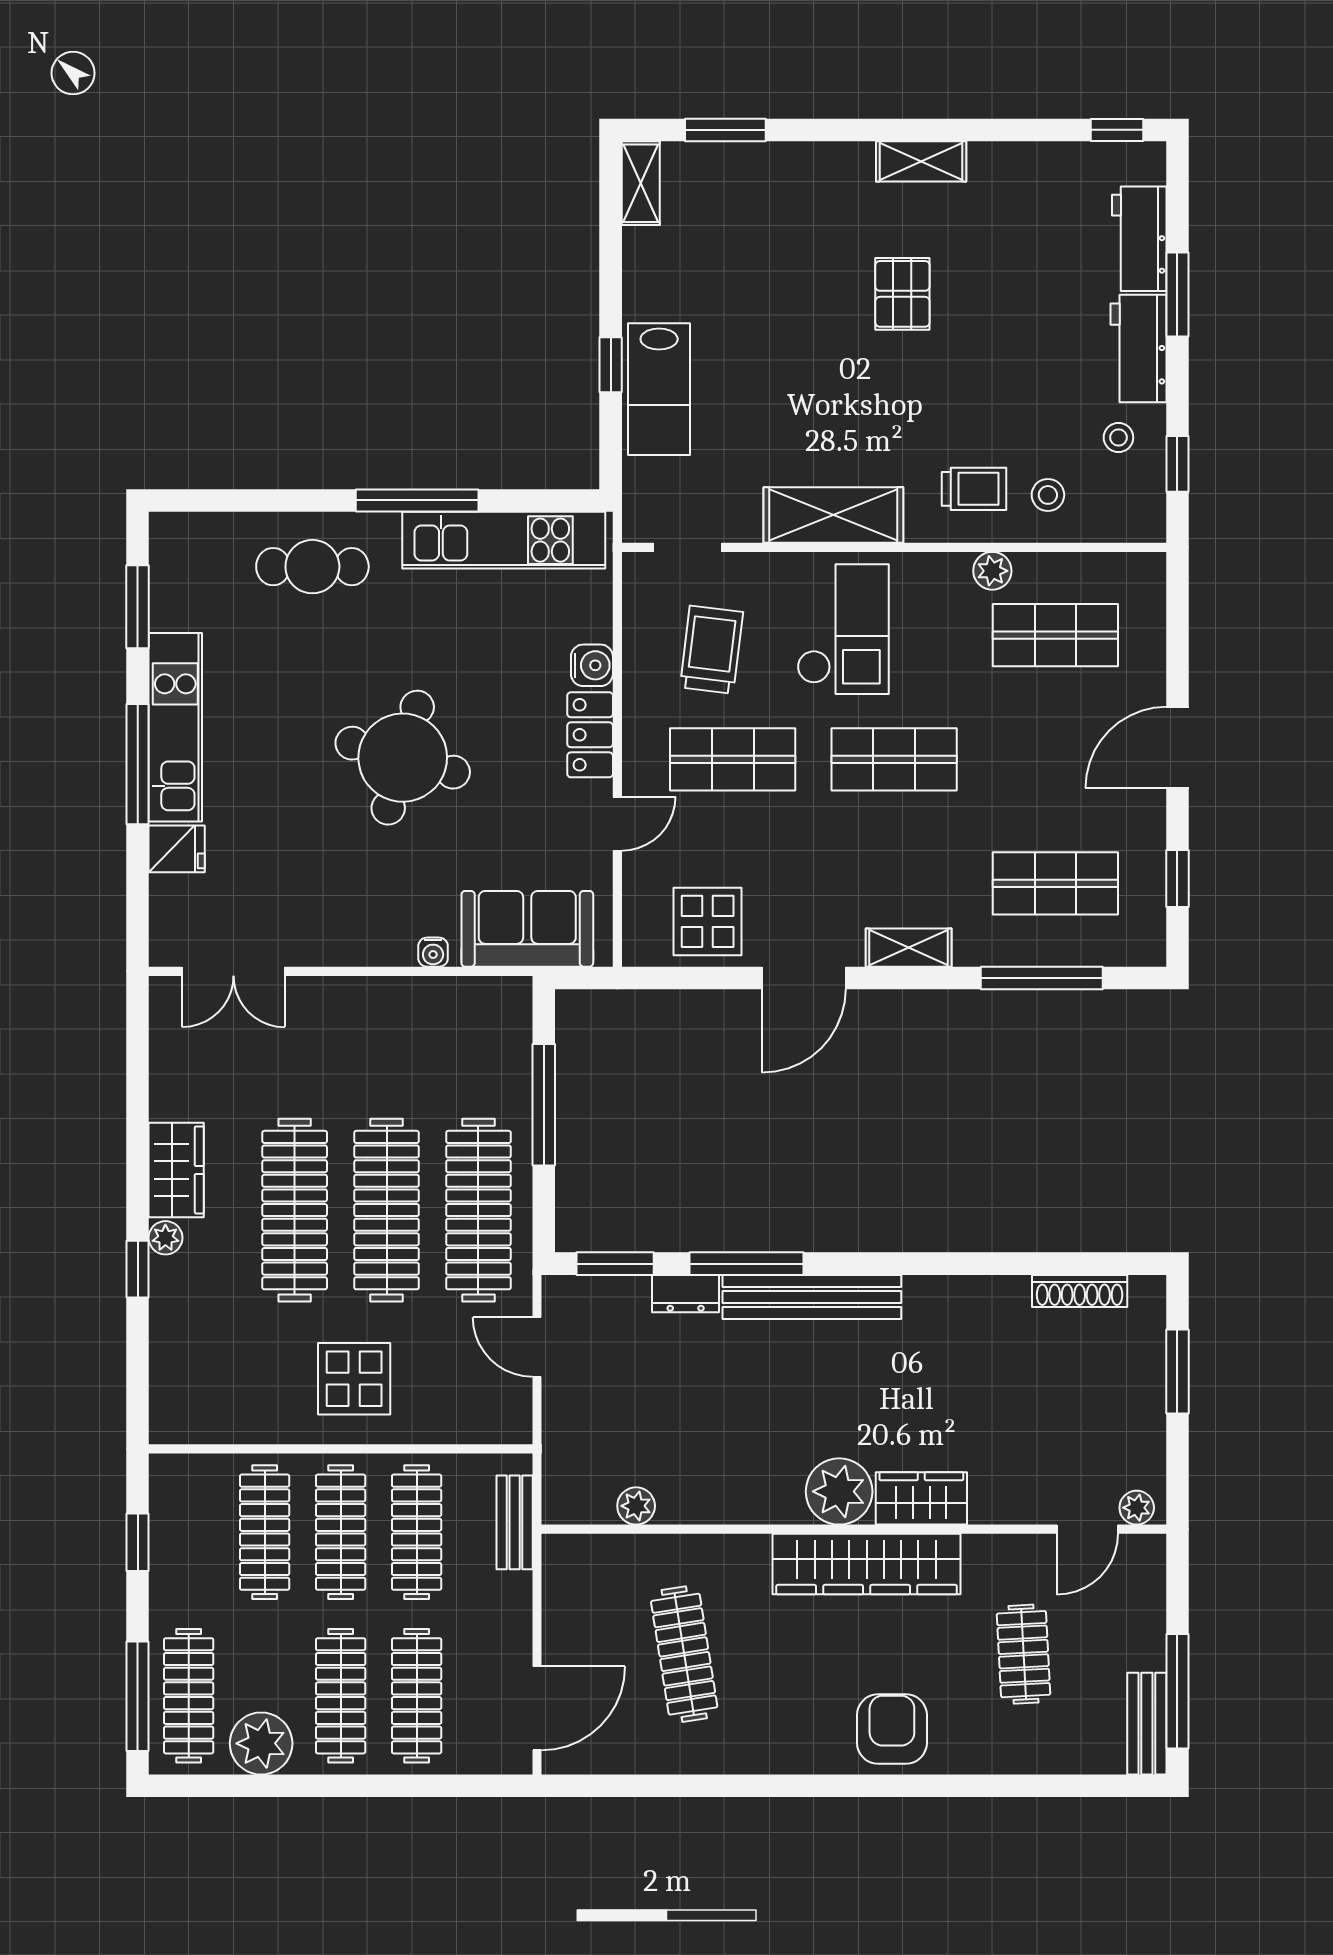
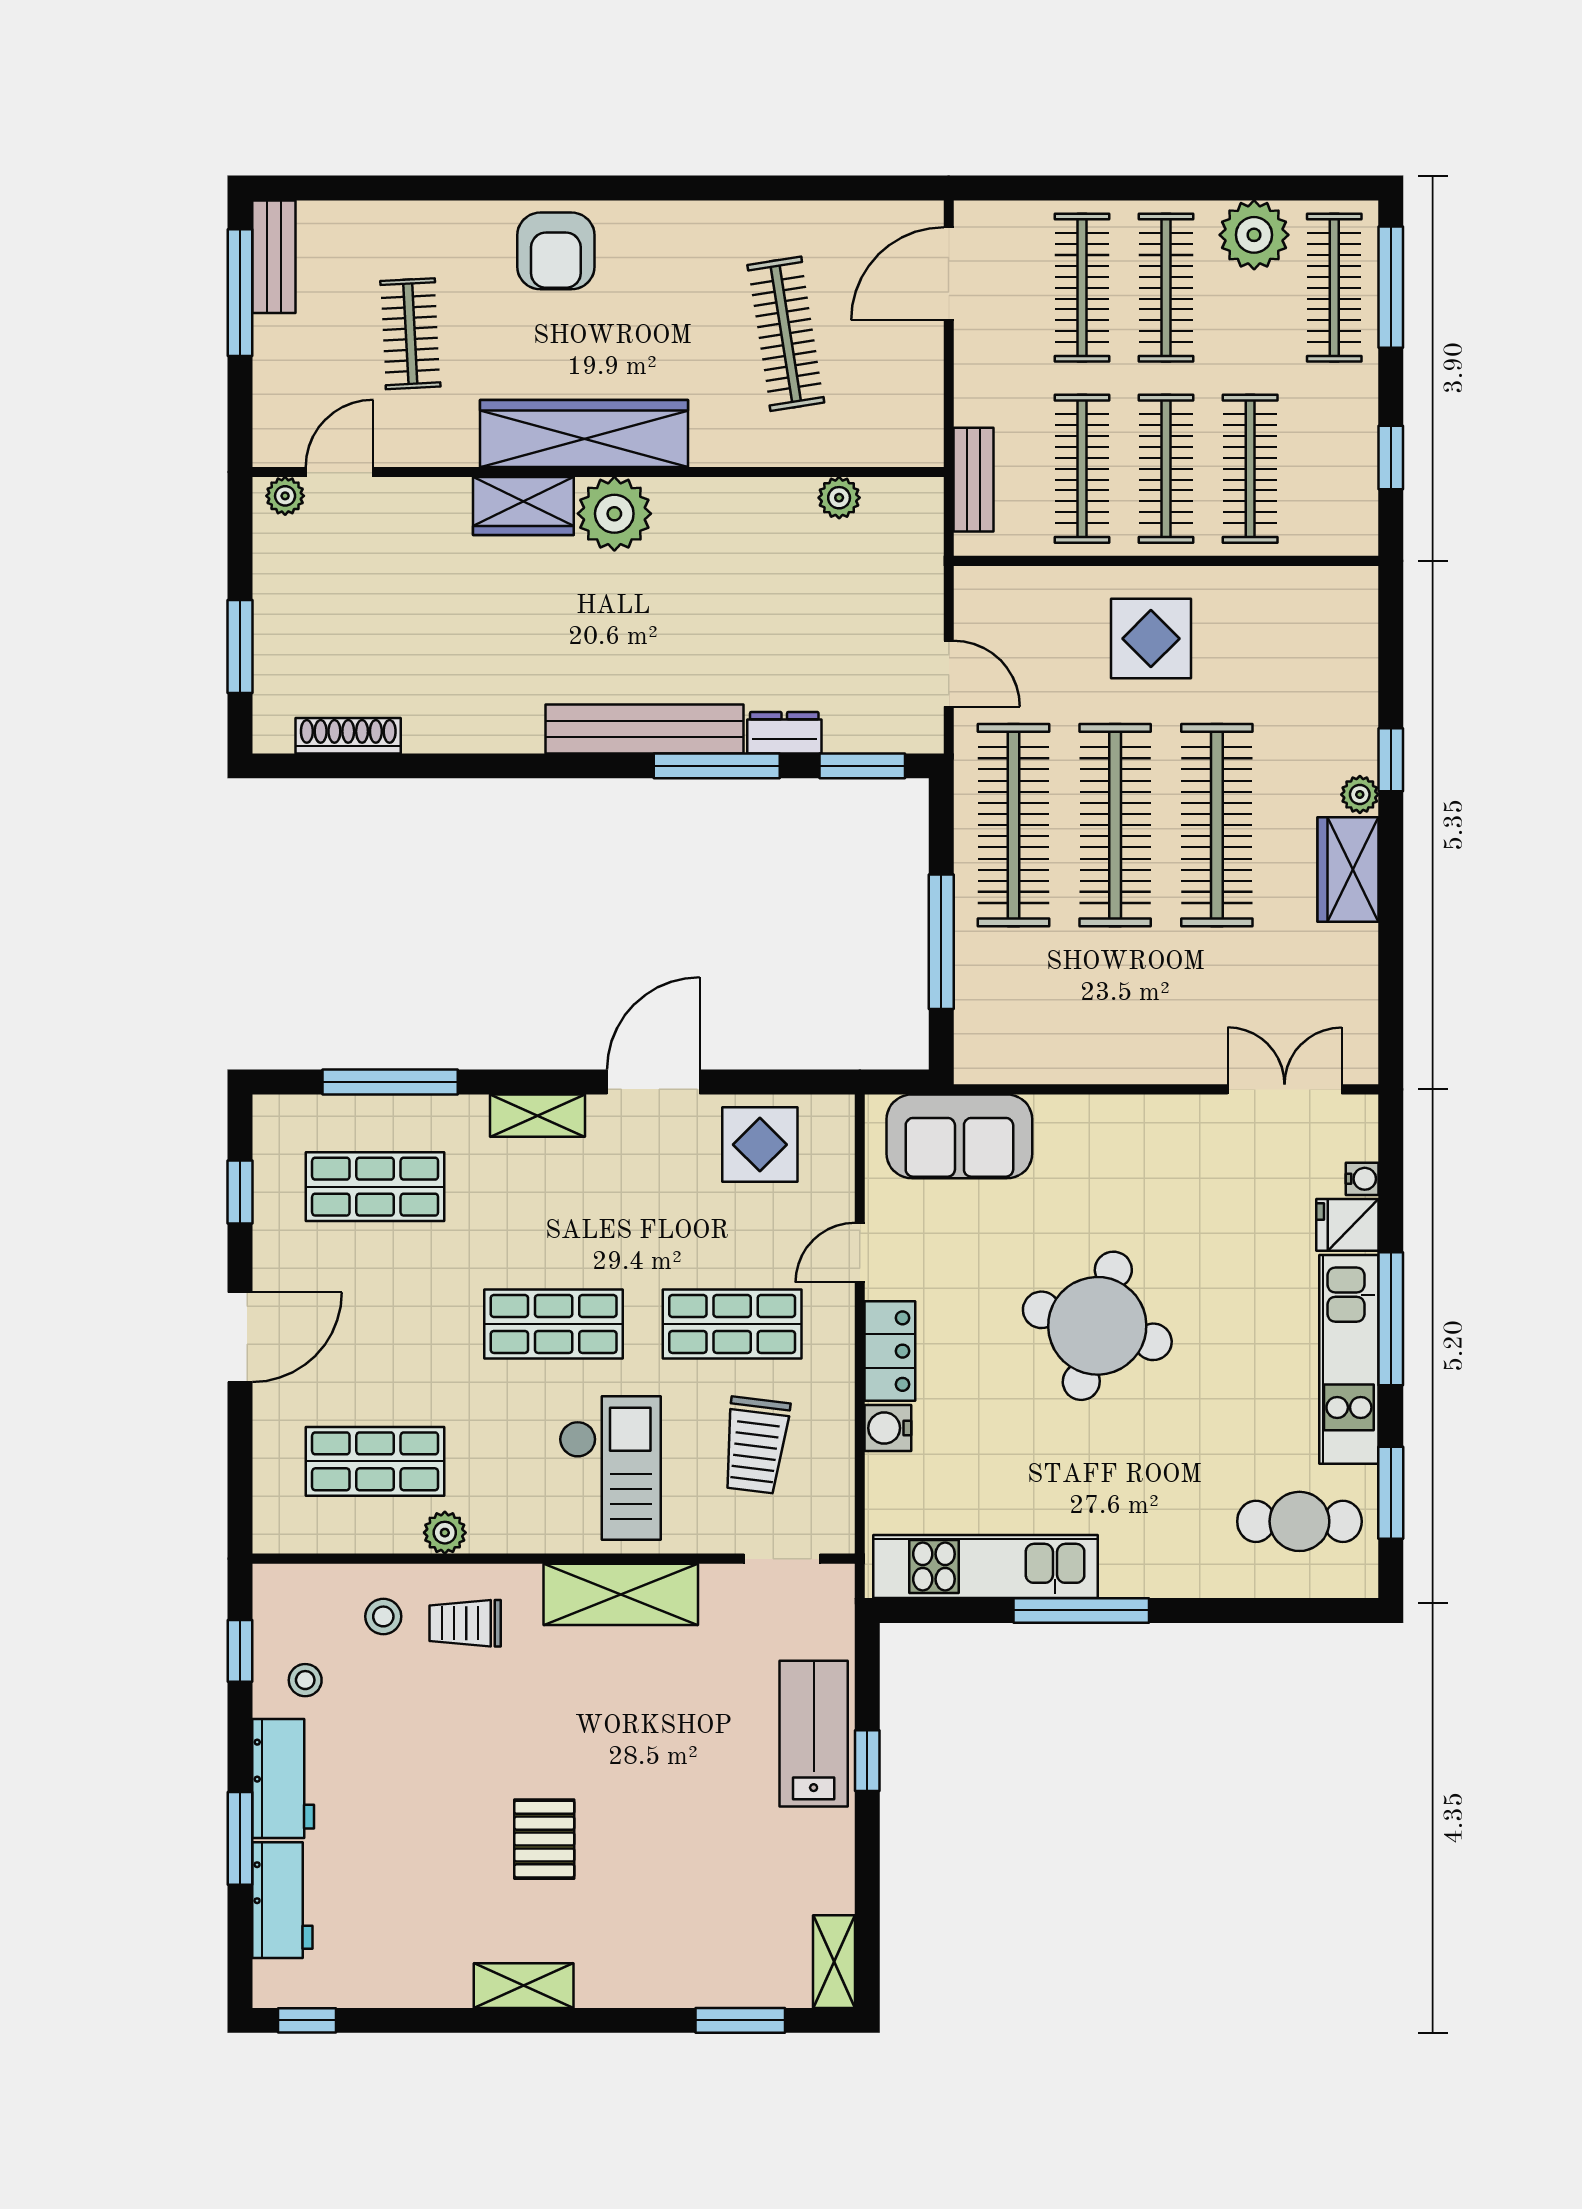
cafe table: (312, 567) -> (1299, 1521), moved
checkout: (843, 629) -> (610, 1468), turned 180
water cooler: (433, 952) -> (1362, 1179), moved, turned 90

